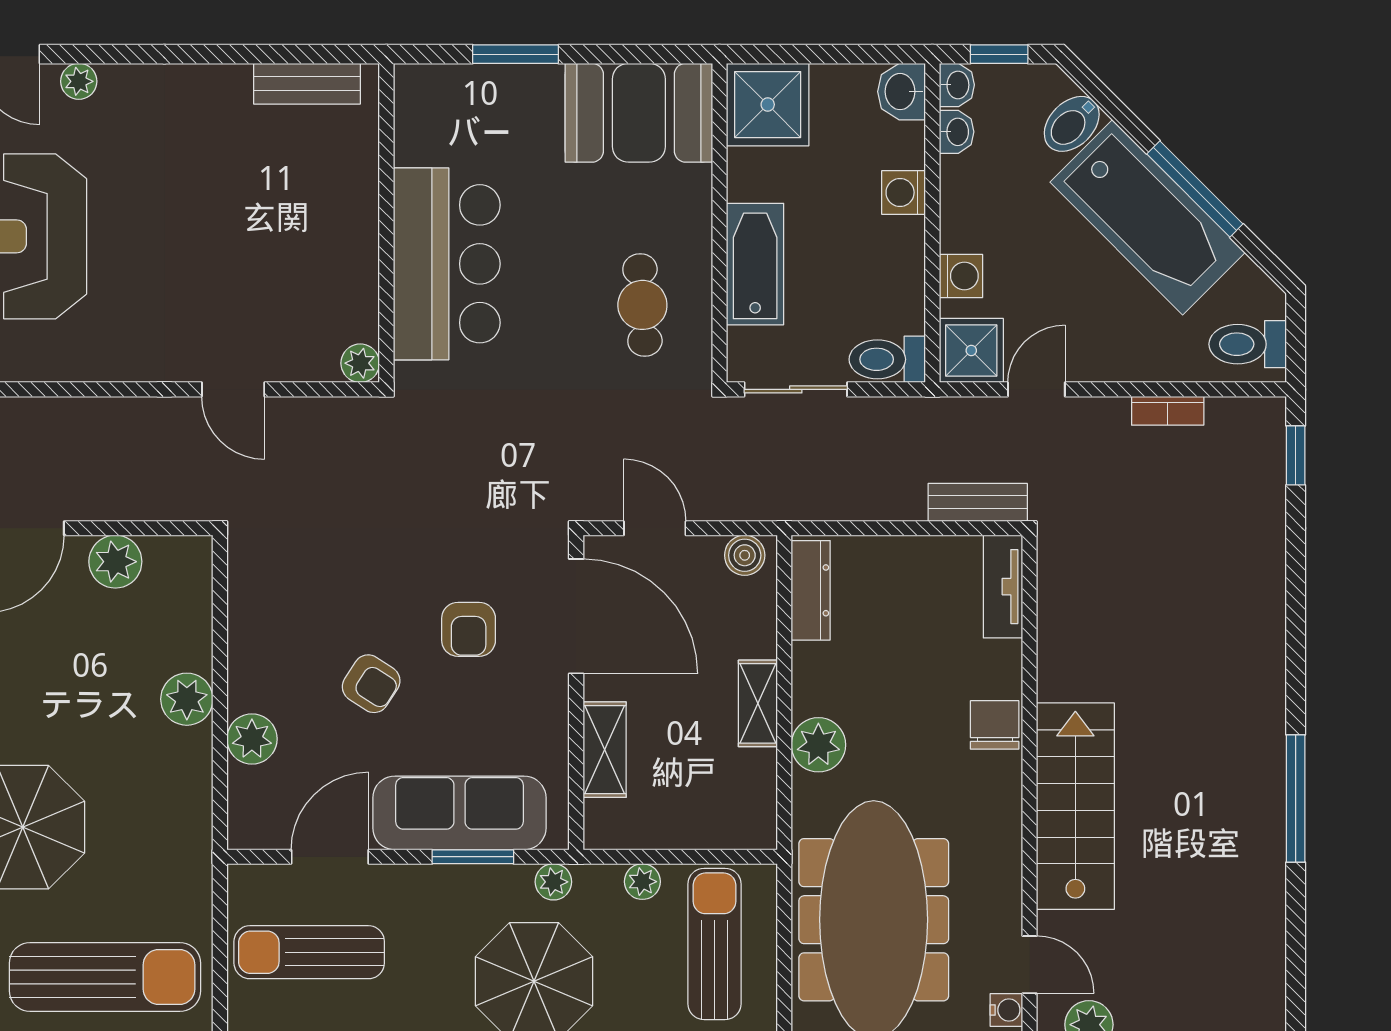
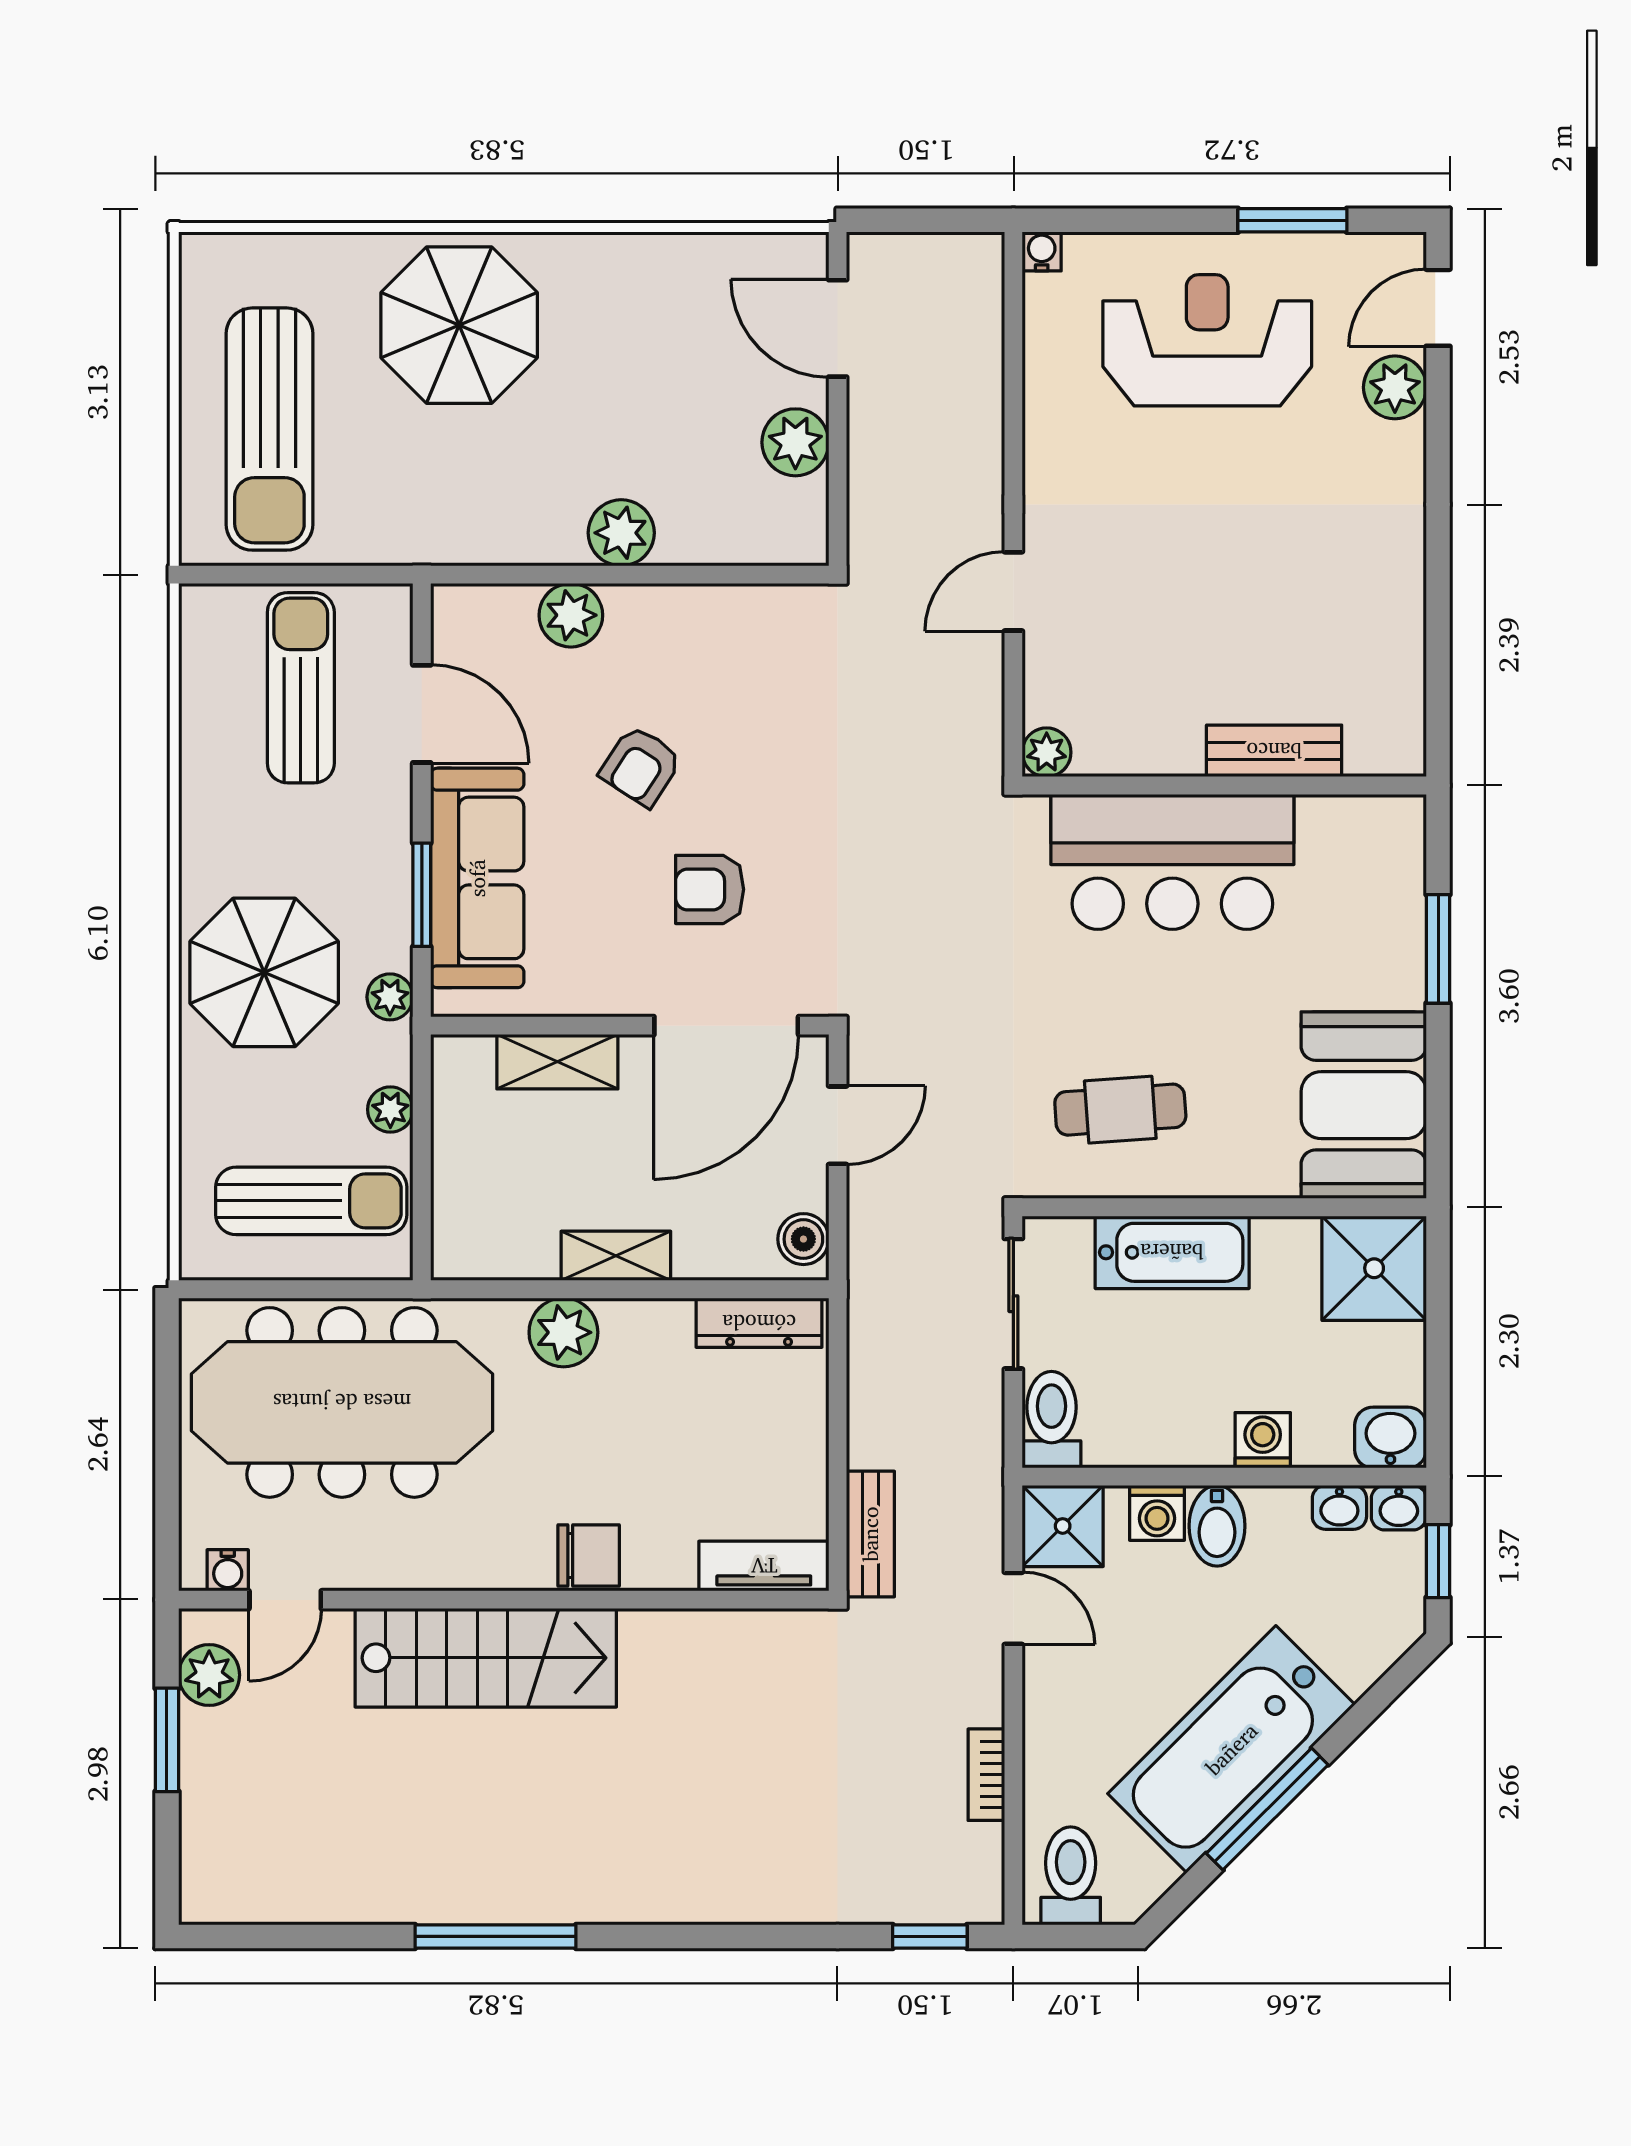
plant: (79, 81) -> (1395, 387), width x1.38, depth x1.38
bench: (307, 84) -> (1274, 751), moved, turned 90
bidet: (1072, 124) -> (1217, 1526), moved, turned -135

